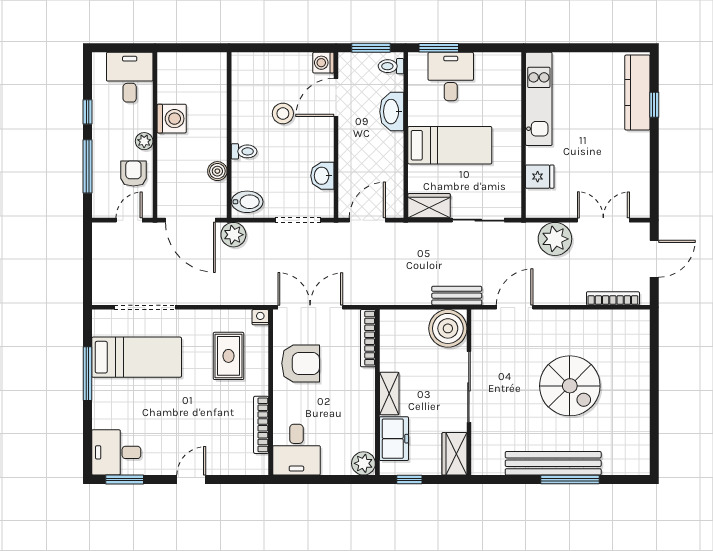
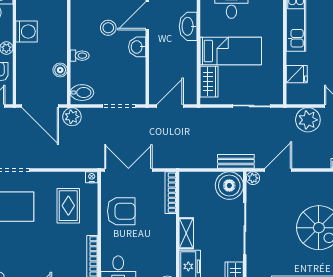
washbasin: (322, 176) -> (137, 47), moved
wardrobe: (429, 206) -> (209, 82), moved, turned 90
plant: (480, 318) -> (253, 178), added

